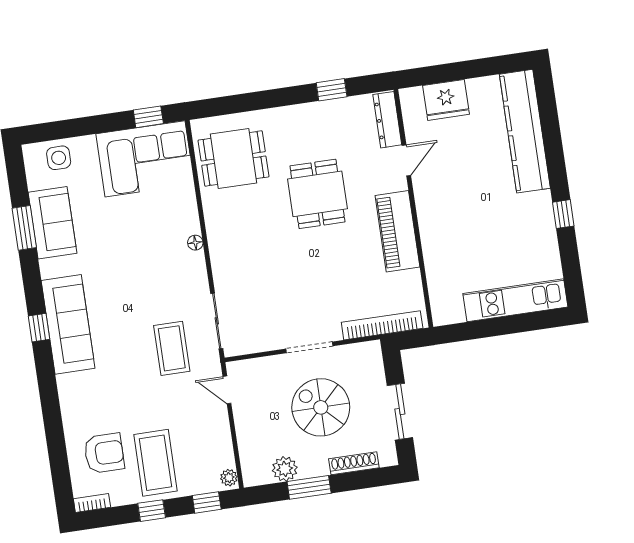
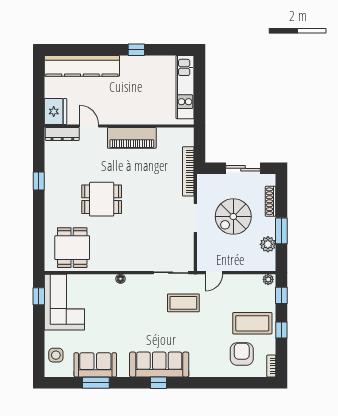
dresser: (387, 120) -> (62, 134), moved
door: (406, 160) -> (89, 126), moved
wall: (413, 208) -> (119, 126), moved
piano: (397, 231) -> (132, 138), moved

